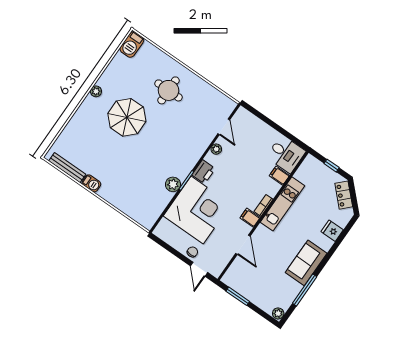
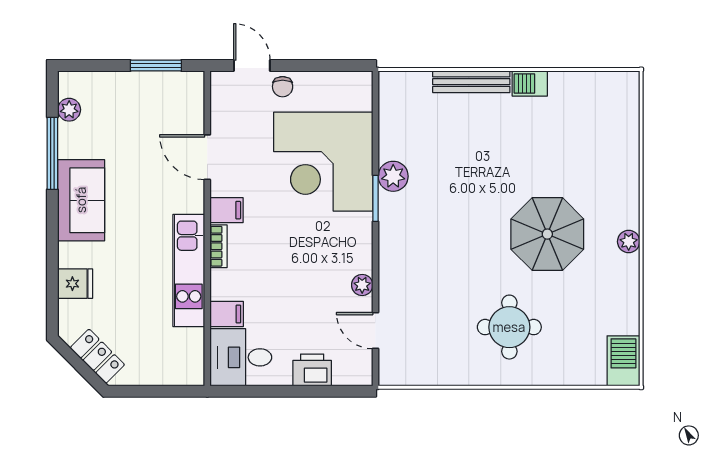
window: (332, 166) -> (152, 391), removed
bench: (67, 168) -> (471, 82), moved
printer: (204, 172) -> (312, 370), moved, turned 90
plant: (278, 313) -> (69, 110), moved

